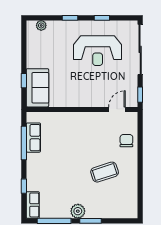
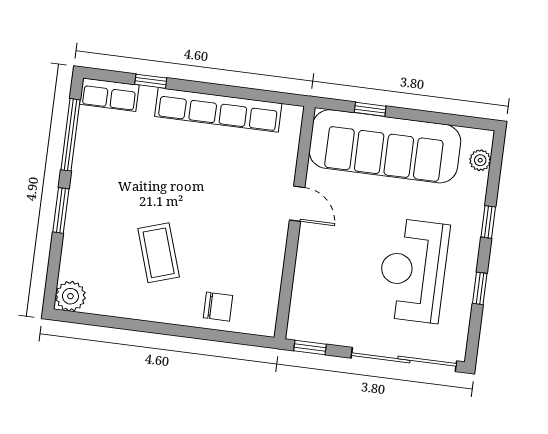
sofa: (37, 88) -> (385, 146), width x1.85, depth x1.27
door: (117, 109) -> (297, 204), moved
row of seats: (33, 138) -> (218, 110), width x2.02
window: (24, 143) -> (240, 93), removed
plant: (78, 211) -> (70, 296), moved

